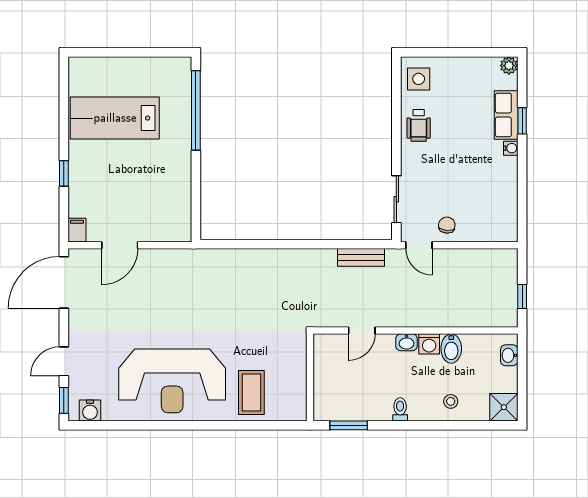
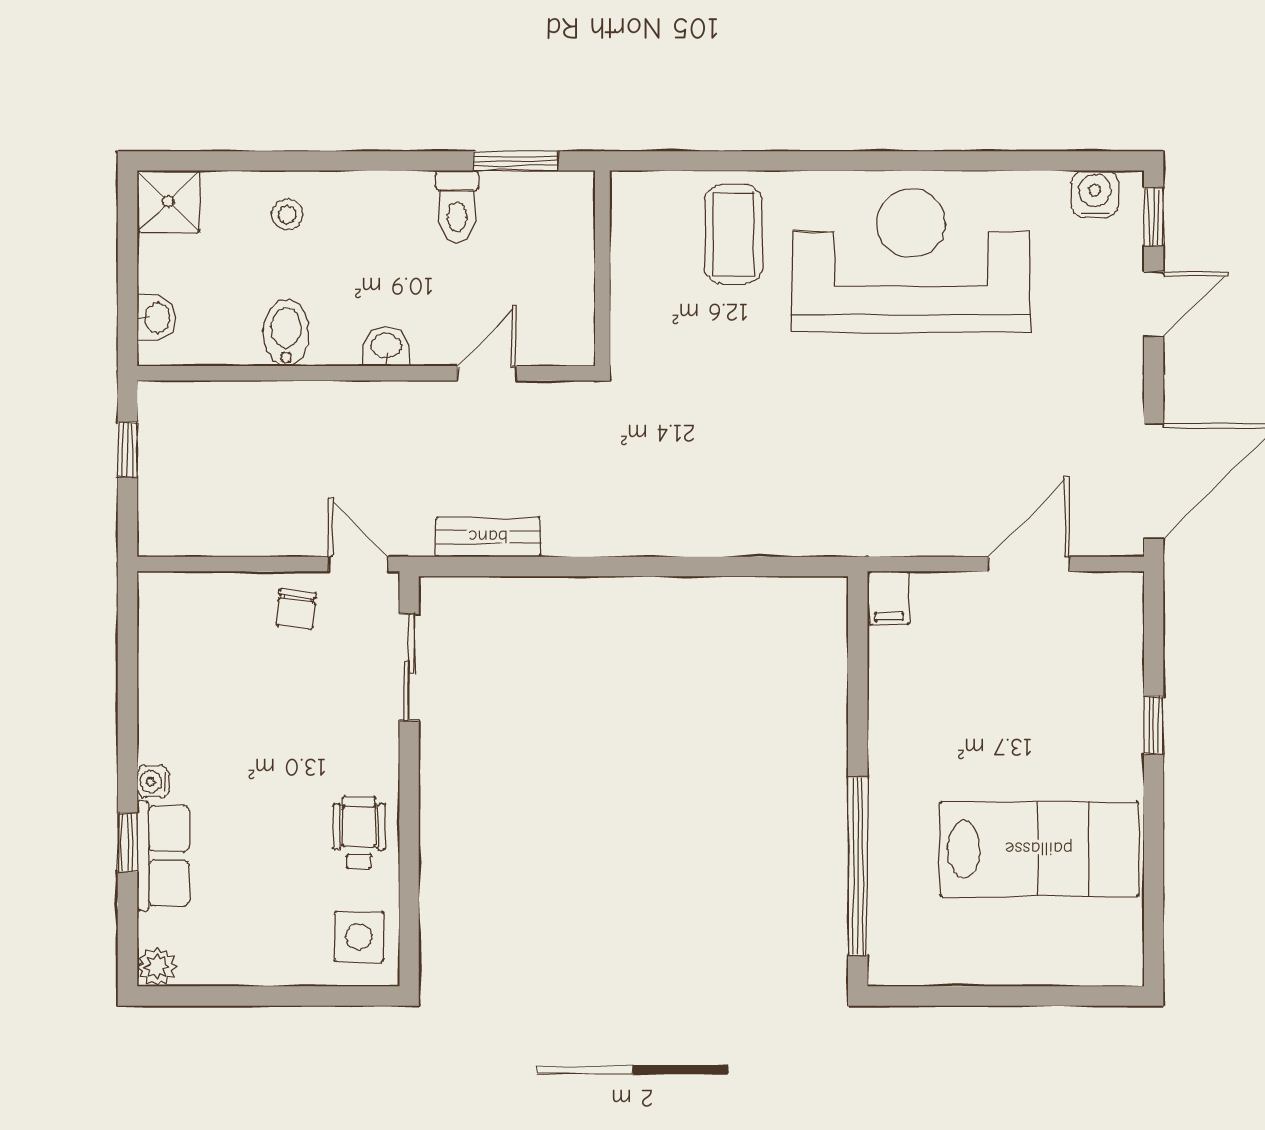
filing cabinet: (77, 230) -> (889, 598), moved
washing machine: (429, 344) -> (336, 343), removed
toilet: (400, 409) -> (457, 207), moved, width x1.37, depth x1.39

